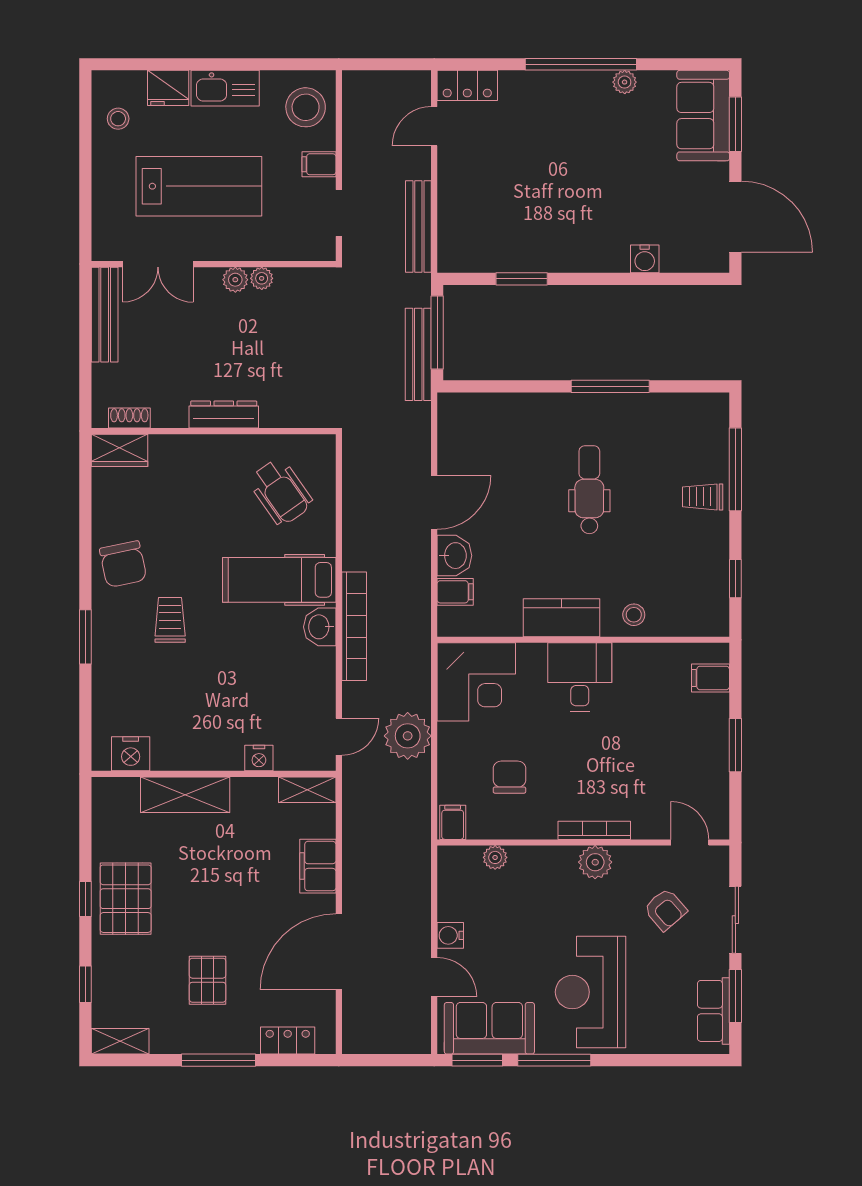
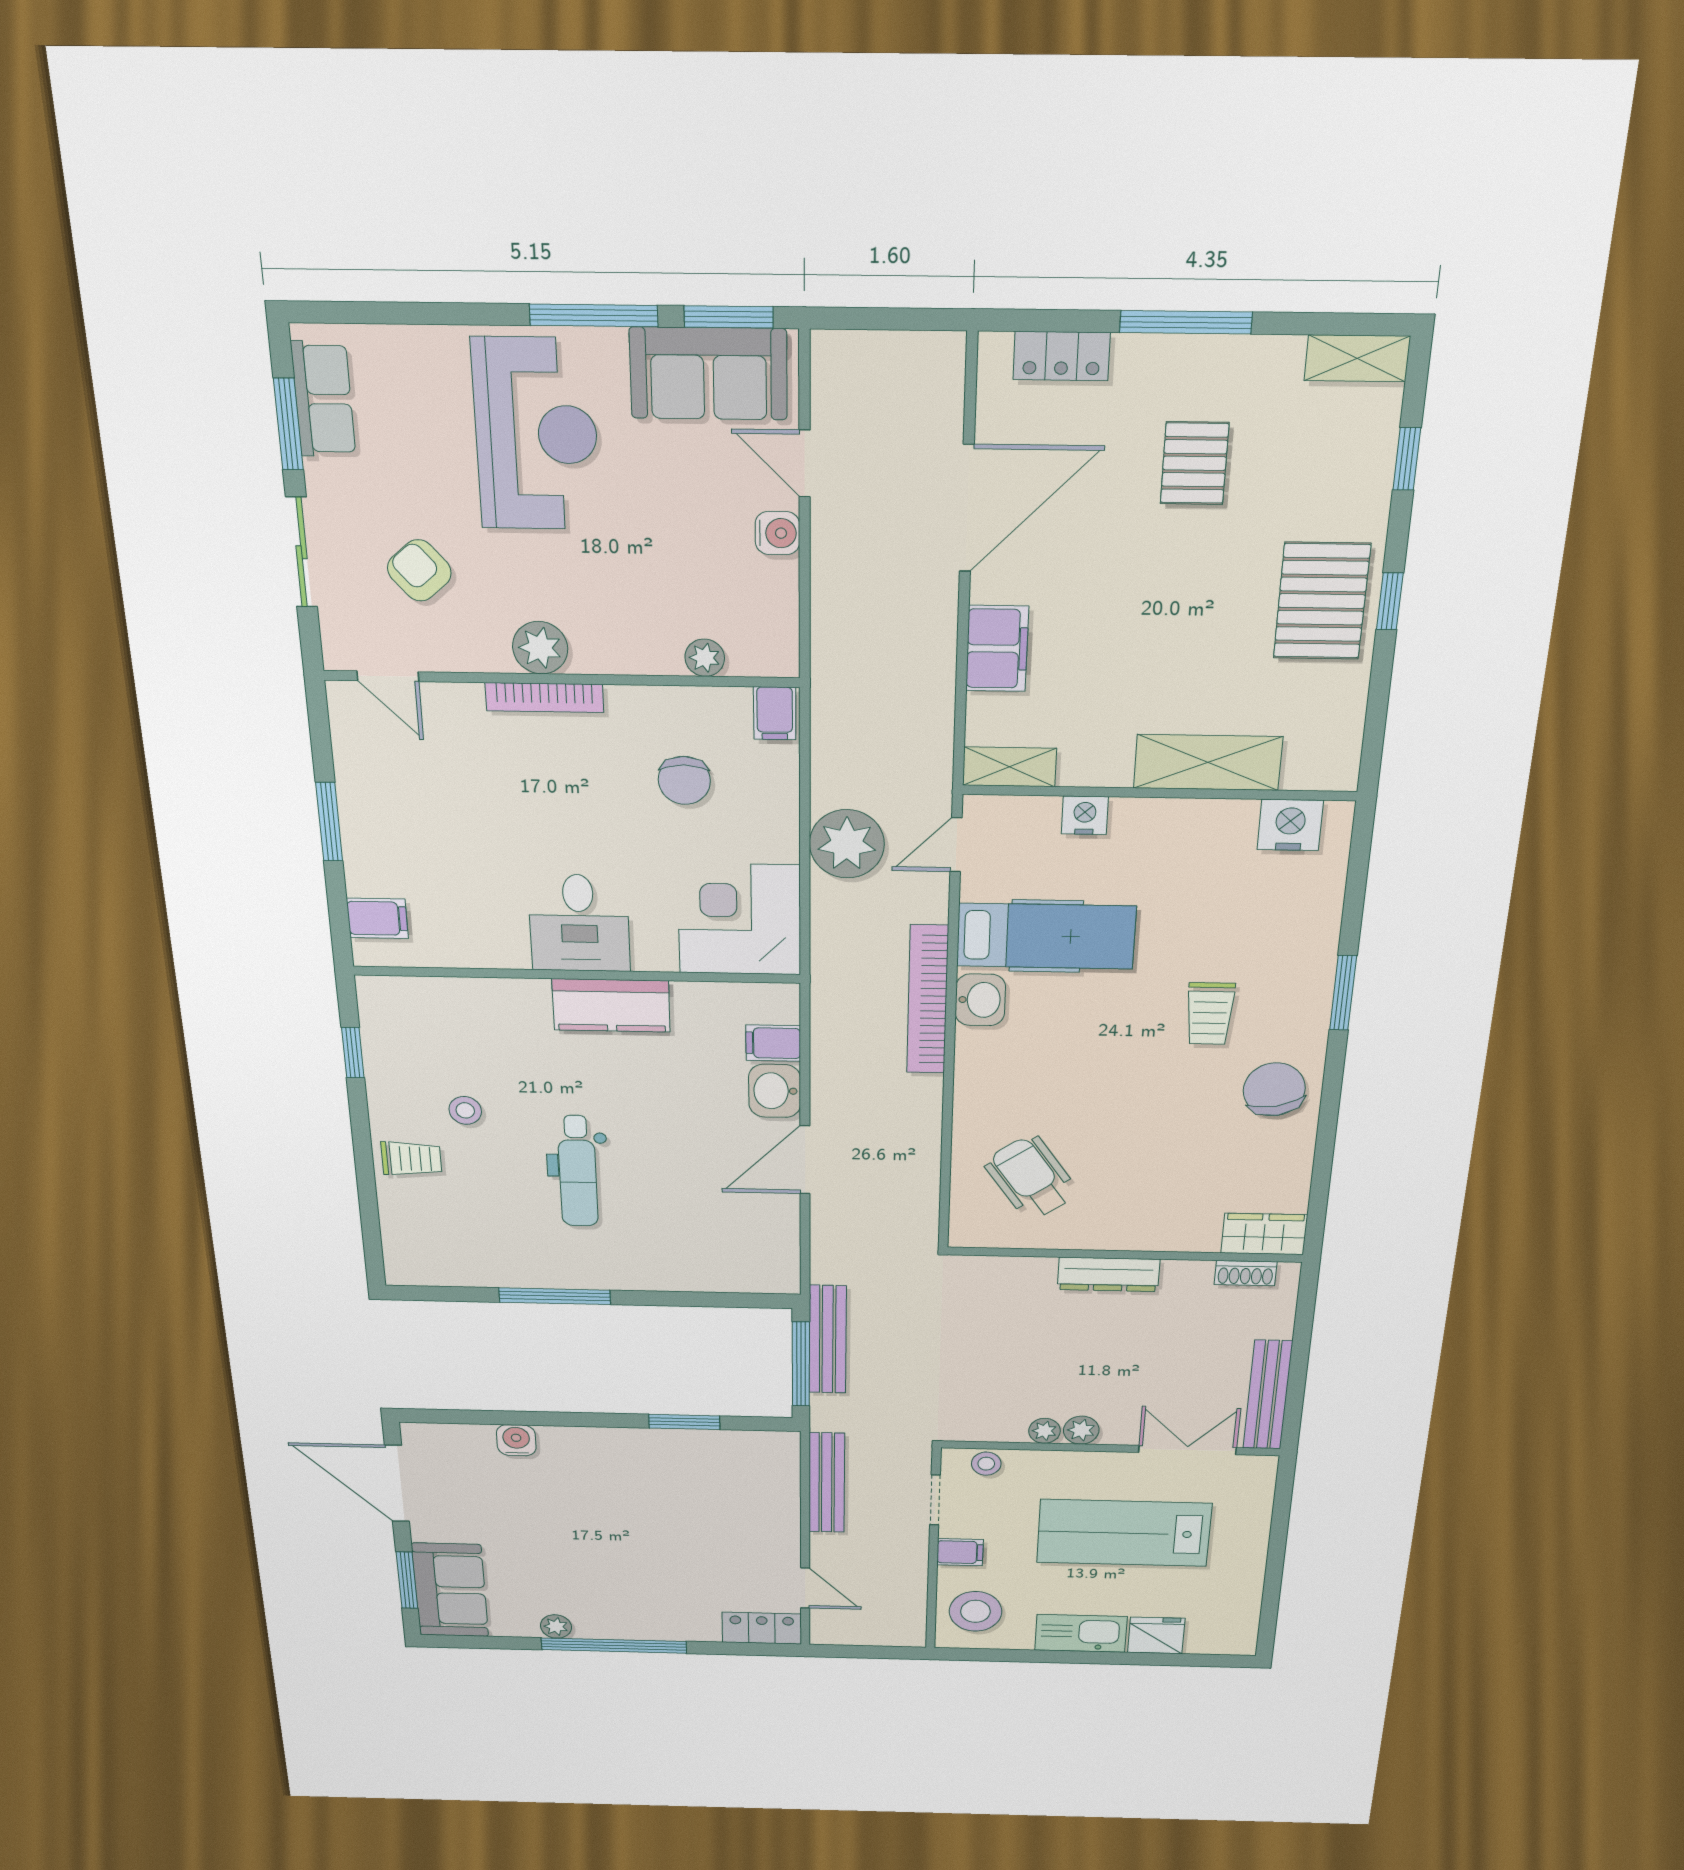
stool: (118, 119) -> (986, 1464), moved
door: (434, 126) -> (805, 1588), hinge flipped
window: (735, 469) -> (367, 1192), removed
hospital bed: (279, 580) -> (1046, 936), moved
stool: (634, 615) -> (465, 1110), moved

